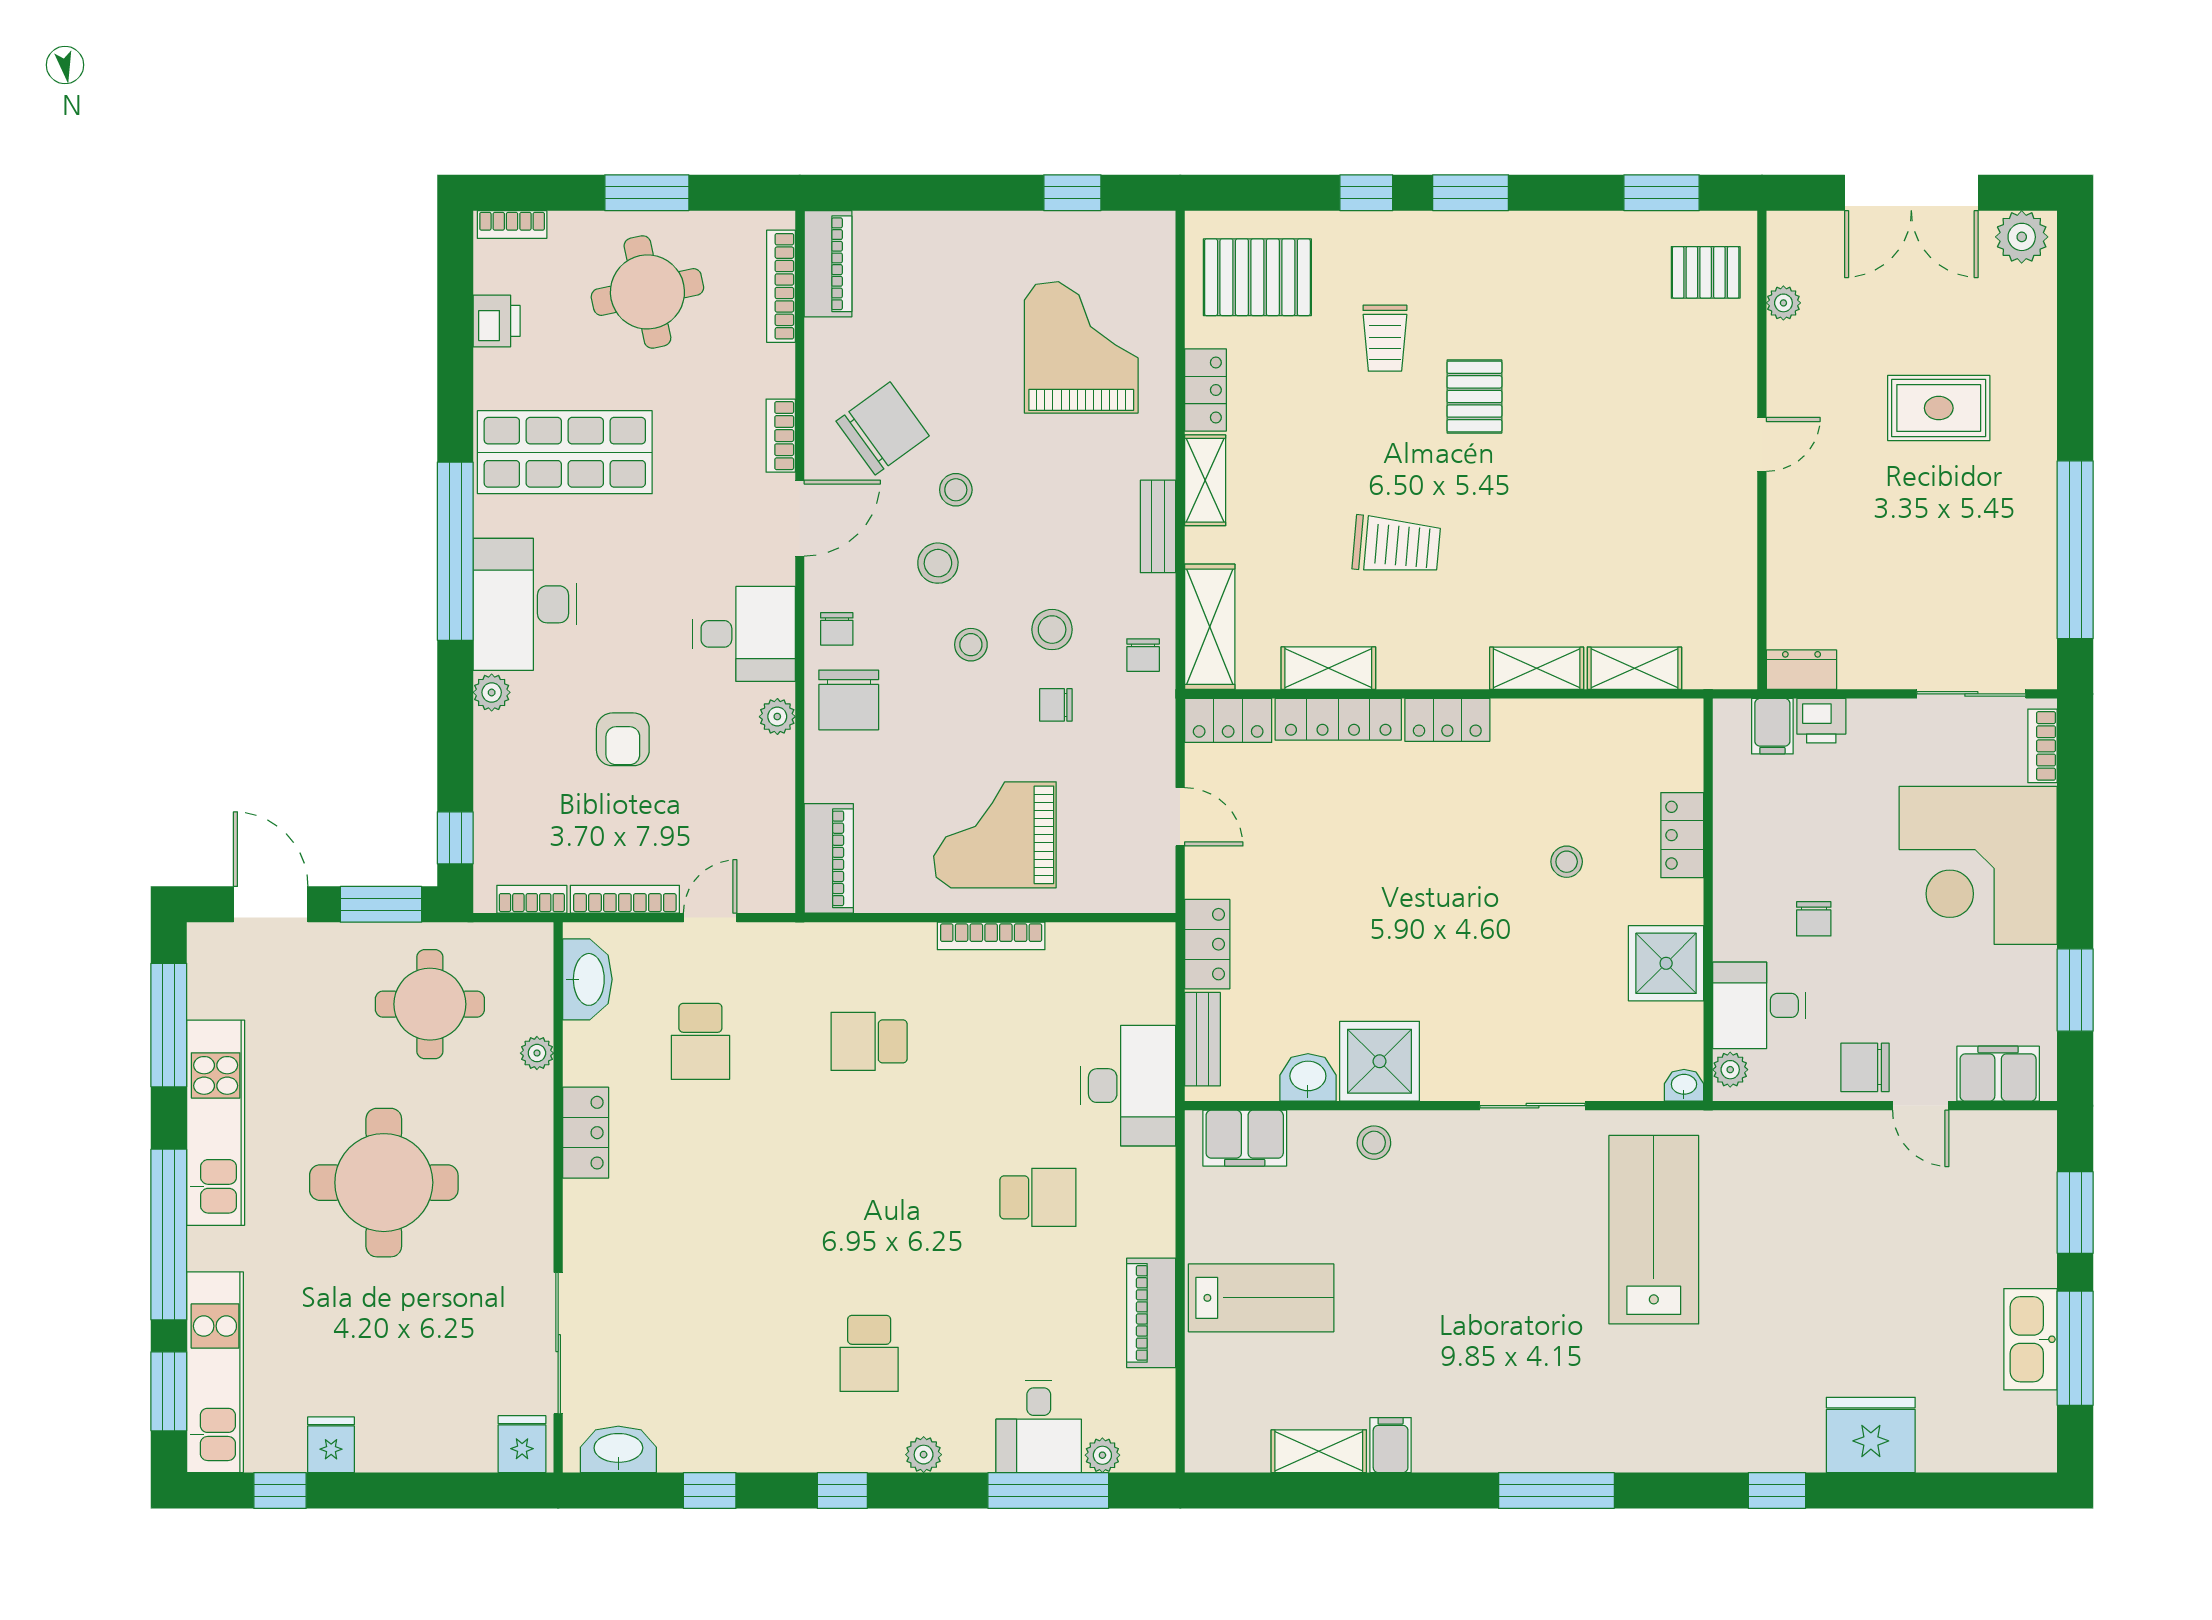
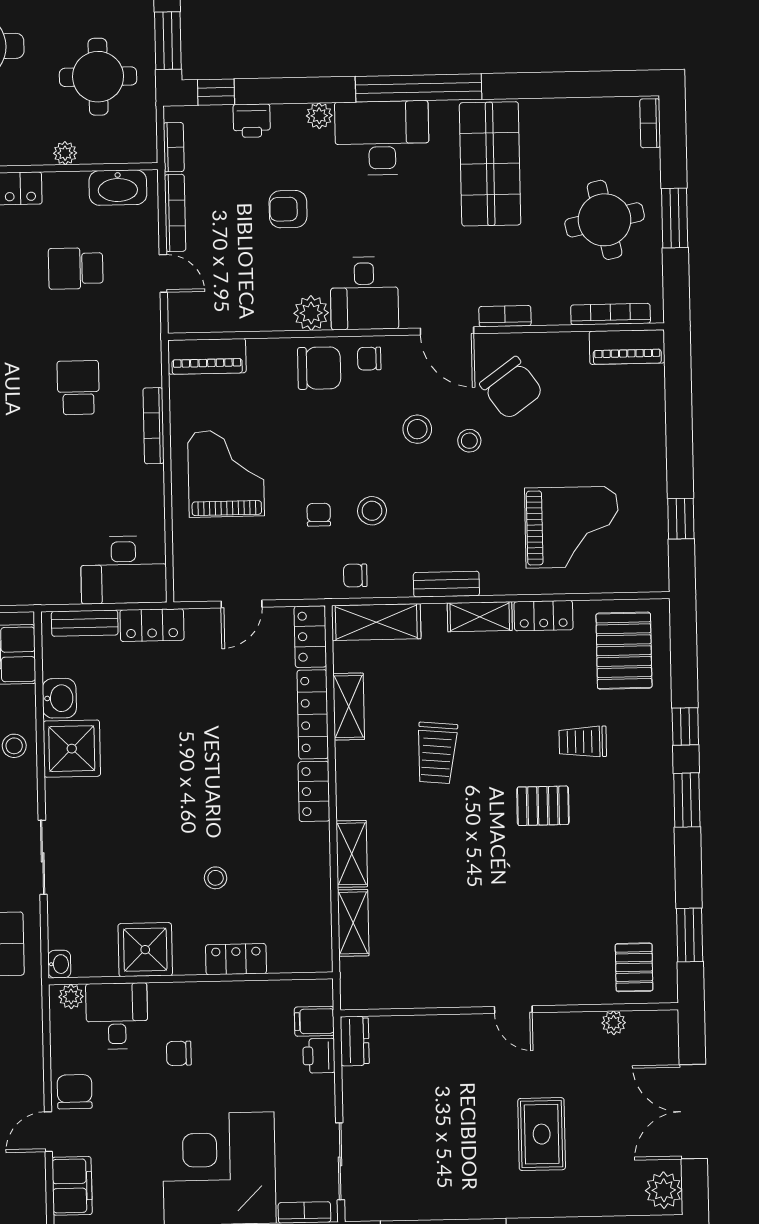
printer: (497, 321) -> (252, 121), moved
stool: (971, 645) -> (360, 454), removed
chair: (849, 700) -> (319, 368), turned 180
plant: (777, 717) -> (311, 313), width x1.38, depth x1.38
bookcase: (991, 936) -> (154, 426), moved
desk: (1128, 1086) -> (124, 570), moved

